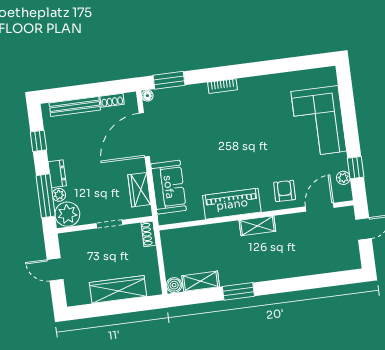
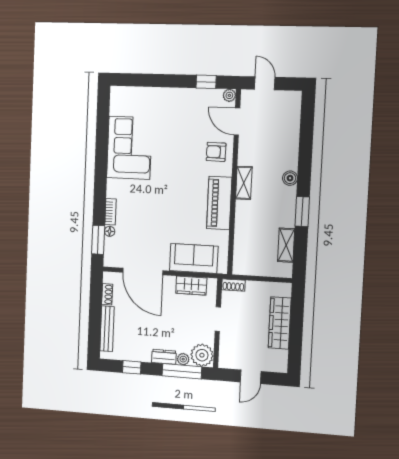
bookcase: (222, 86) -> (111, 212), moved
floor lamp: (147, 96) -> (110, 231), moved
corner sofa: (319, 121) -> (129, 148), moved, turned -90
plant: (343, 178) -> (229, 95), moved
boiler: (174, 285) -> (290, 178), moved

